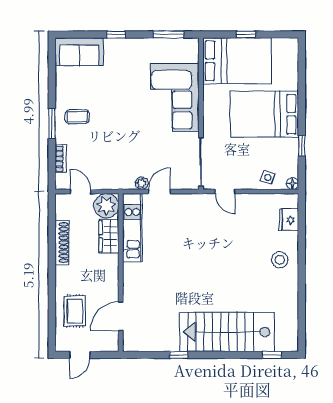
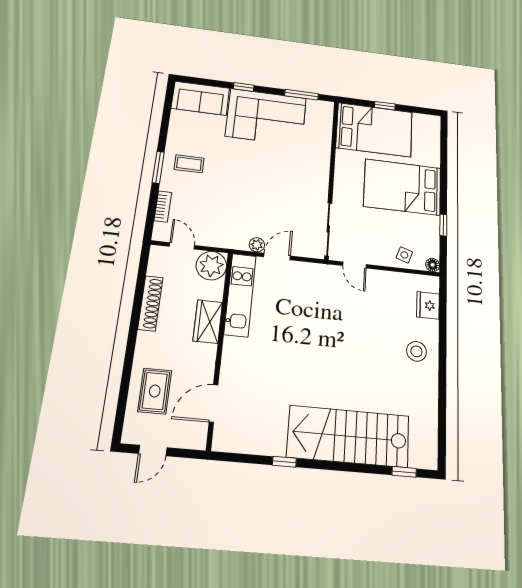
corner sofa: (175, 97) -> (266, 117), moved, turned -90
wardrobe: (109, 236) -> (208, 322), moved

